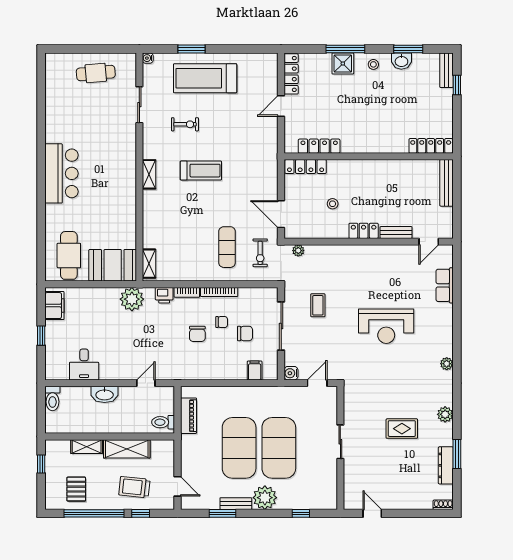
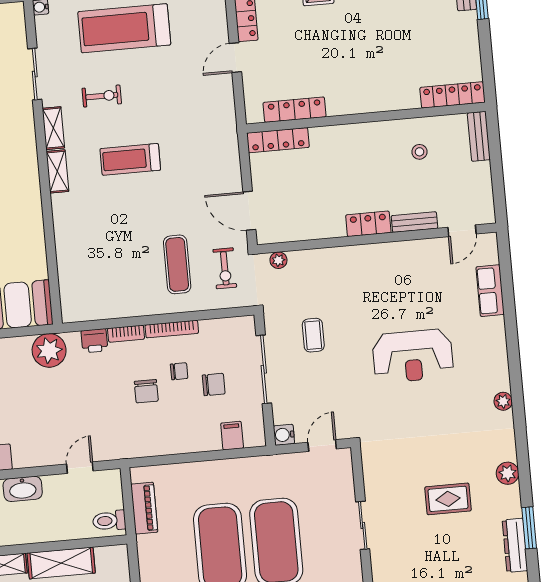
treadmill: (201, 171) -> (130, 159), turned 180
bench: (447, 183) -> (479, 136), width x0.73
stool: (333, 204) -> (420, 152), moved
shelving: (149, 264) -> (53, 128), moved

